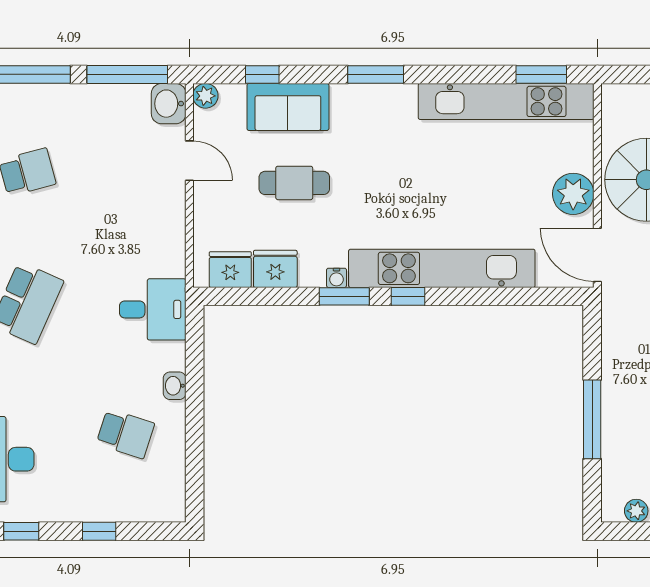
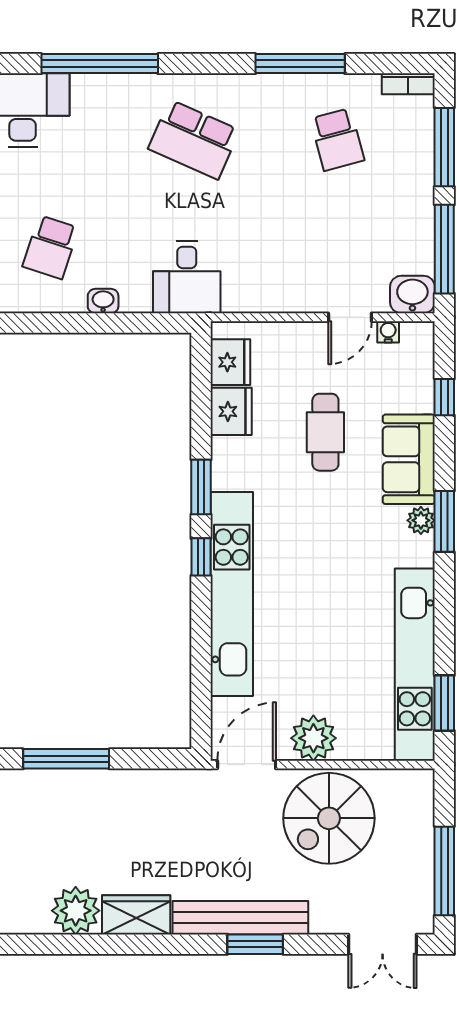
plant: (205, 96) -> (421, 520), moved
sofa: (288, 107) -> (409, 459), moved
water cooler: (337, 278) -> (388, 332), moved, turned 90

